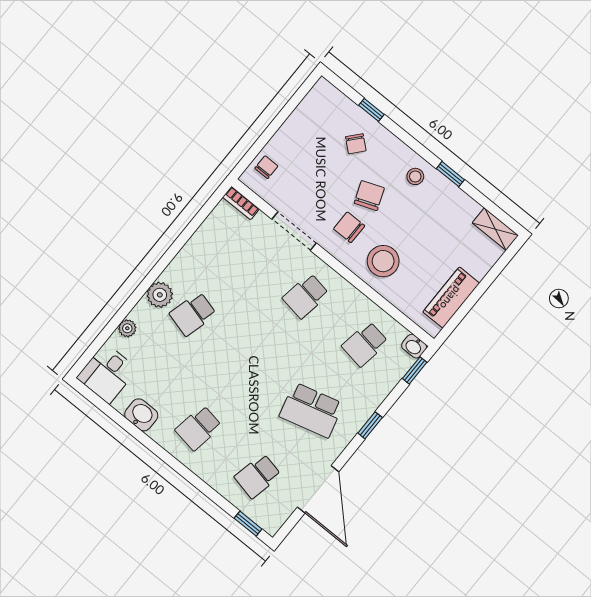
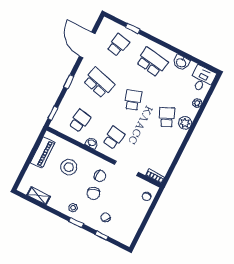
window: (450, 174) -> (76, 223), moved
shelving: (495, 229) -> (39, 196), moved
stool: (383, 261) -> (69, 167), moved
school desk: (193, 314) -> (167, 117), turned -39
washbasin: (414, 346) -> (92, 143), moved
school desk: (252, 362) -> (133, 100), added
school desk: (311, 410) -> (99, 83), turned 30
school desk: (199, 428) -> (152, 62), width x1.85
window: (248, 524) -> (133, 28), moved

